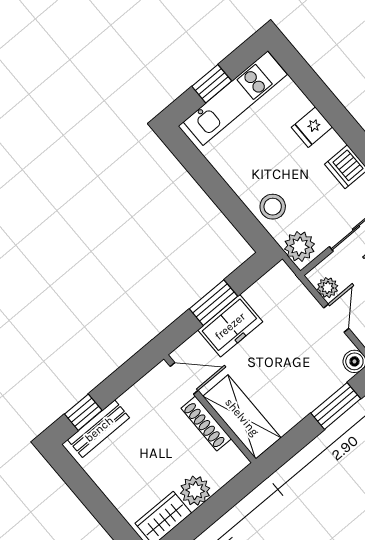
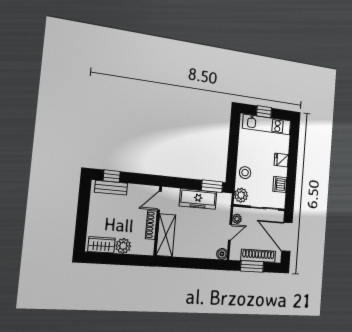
window: (213, 303) -> (212, 186), moved
freezer: (230, 326) -> (198, 199), width x1.40
door: (184, 378) -> (159, 201), swing flipped
window: (336, 406) -> (201, 264), removed

